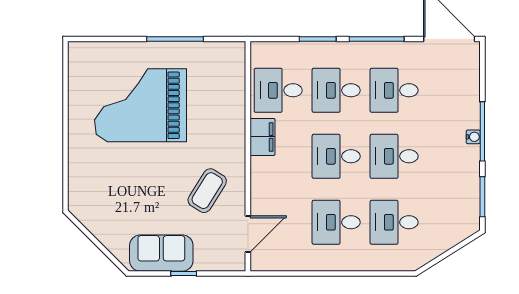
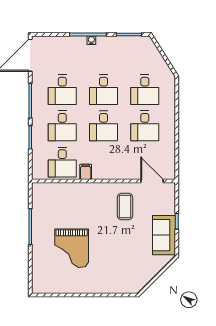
grand piano: (140, 105) -> (72, 248), width x0.73, depth x0.68
filing cabinet: (262, 137) -> (86, 172), width x0.50
coffee table: (207, 191) -> (125, 206), turned 58

